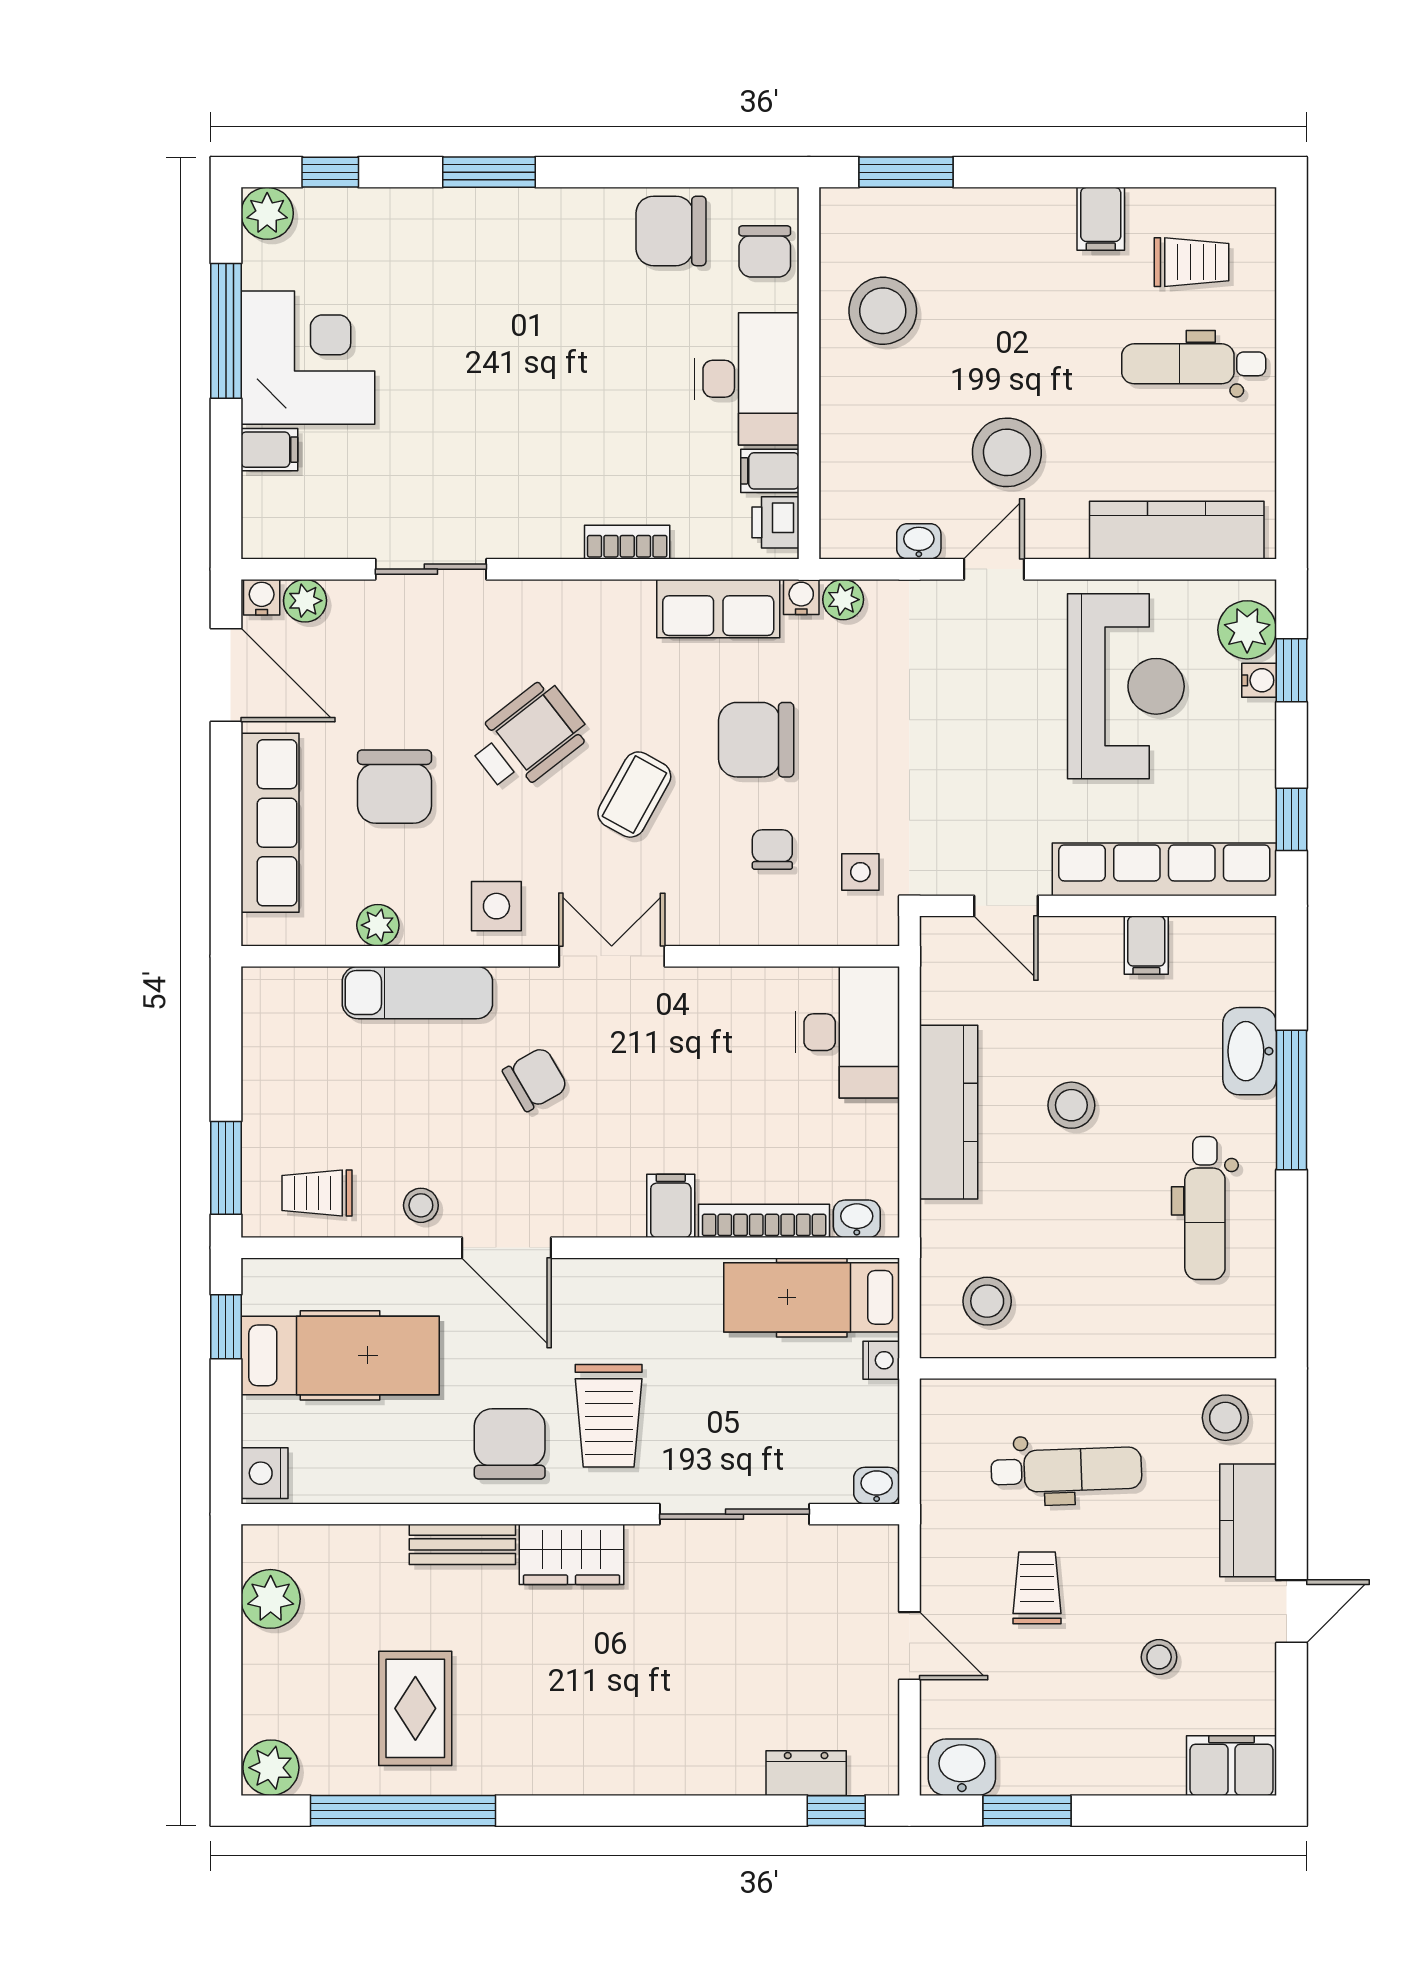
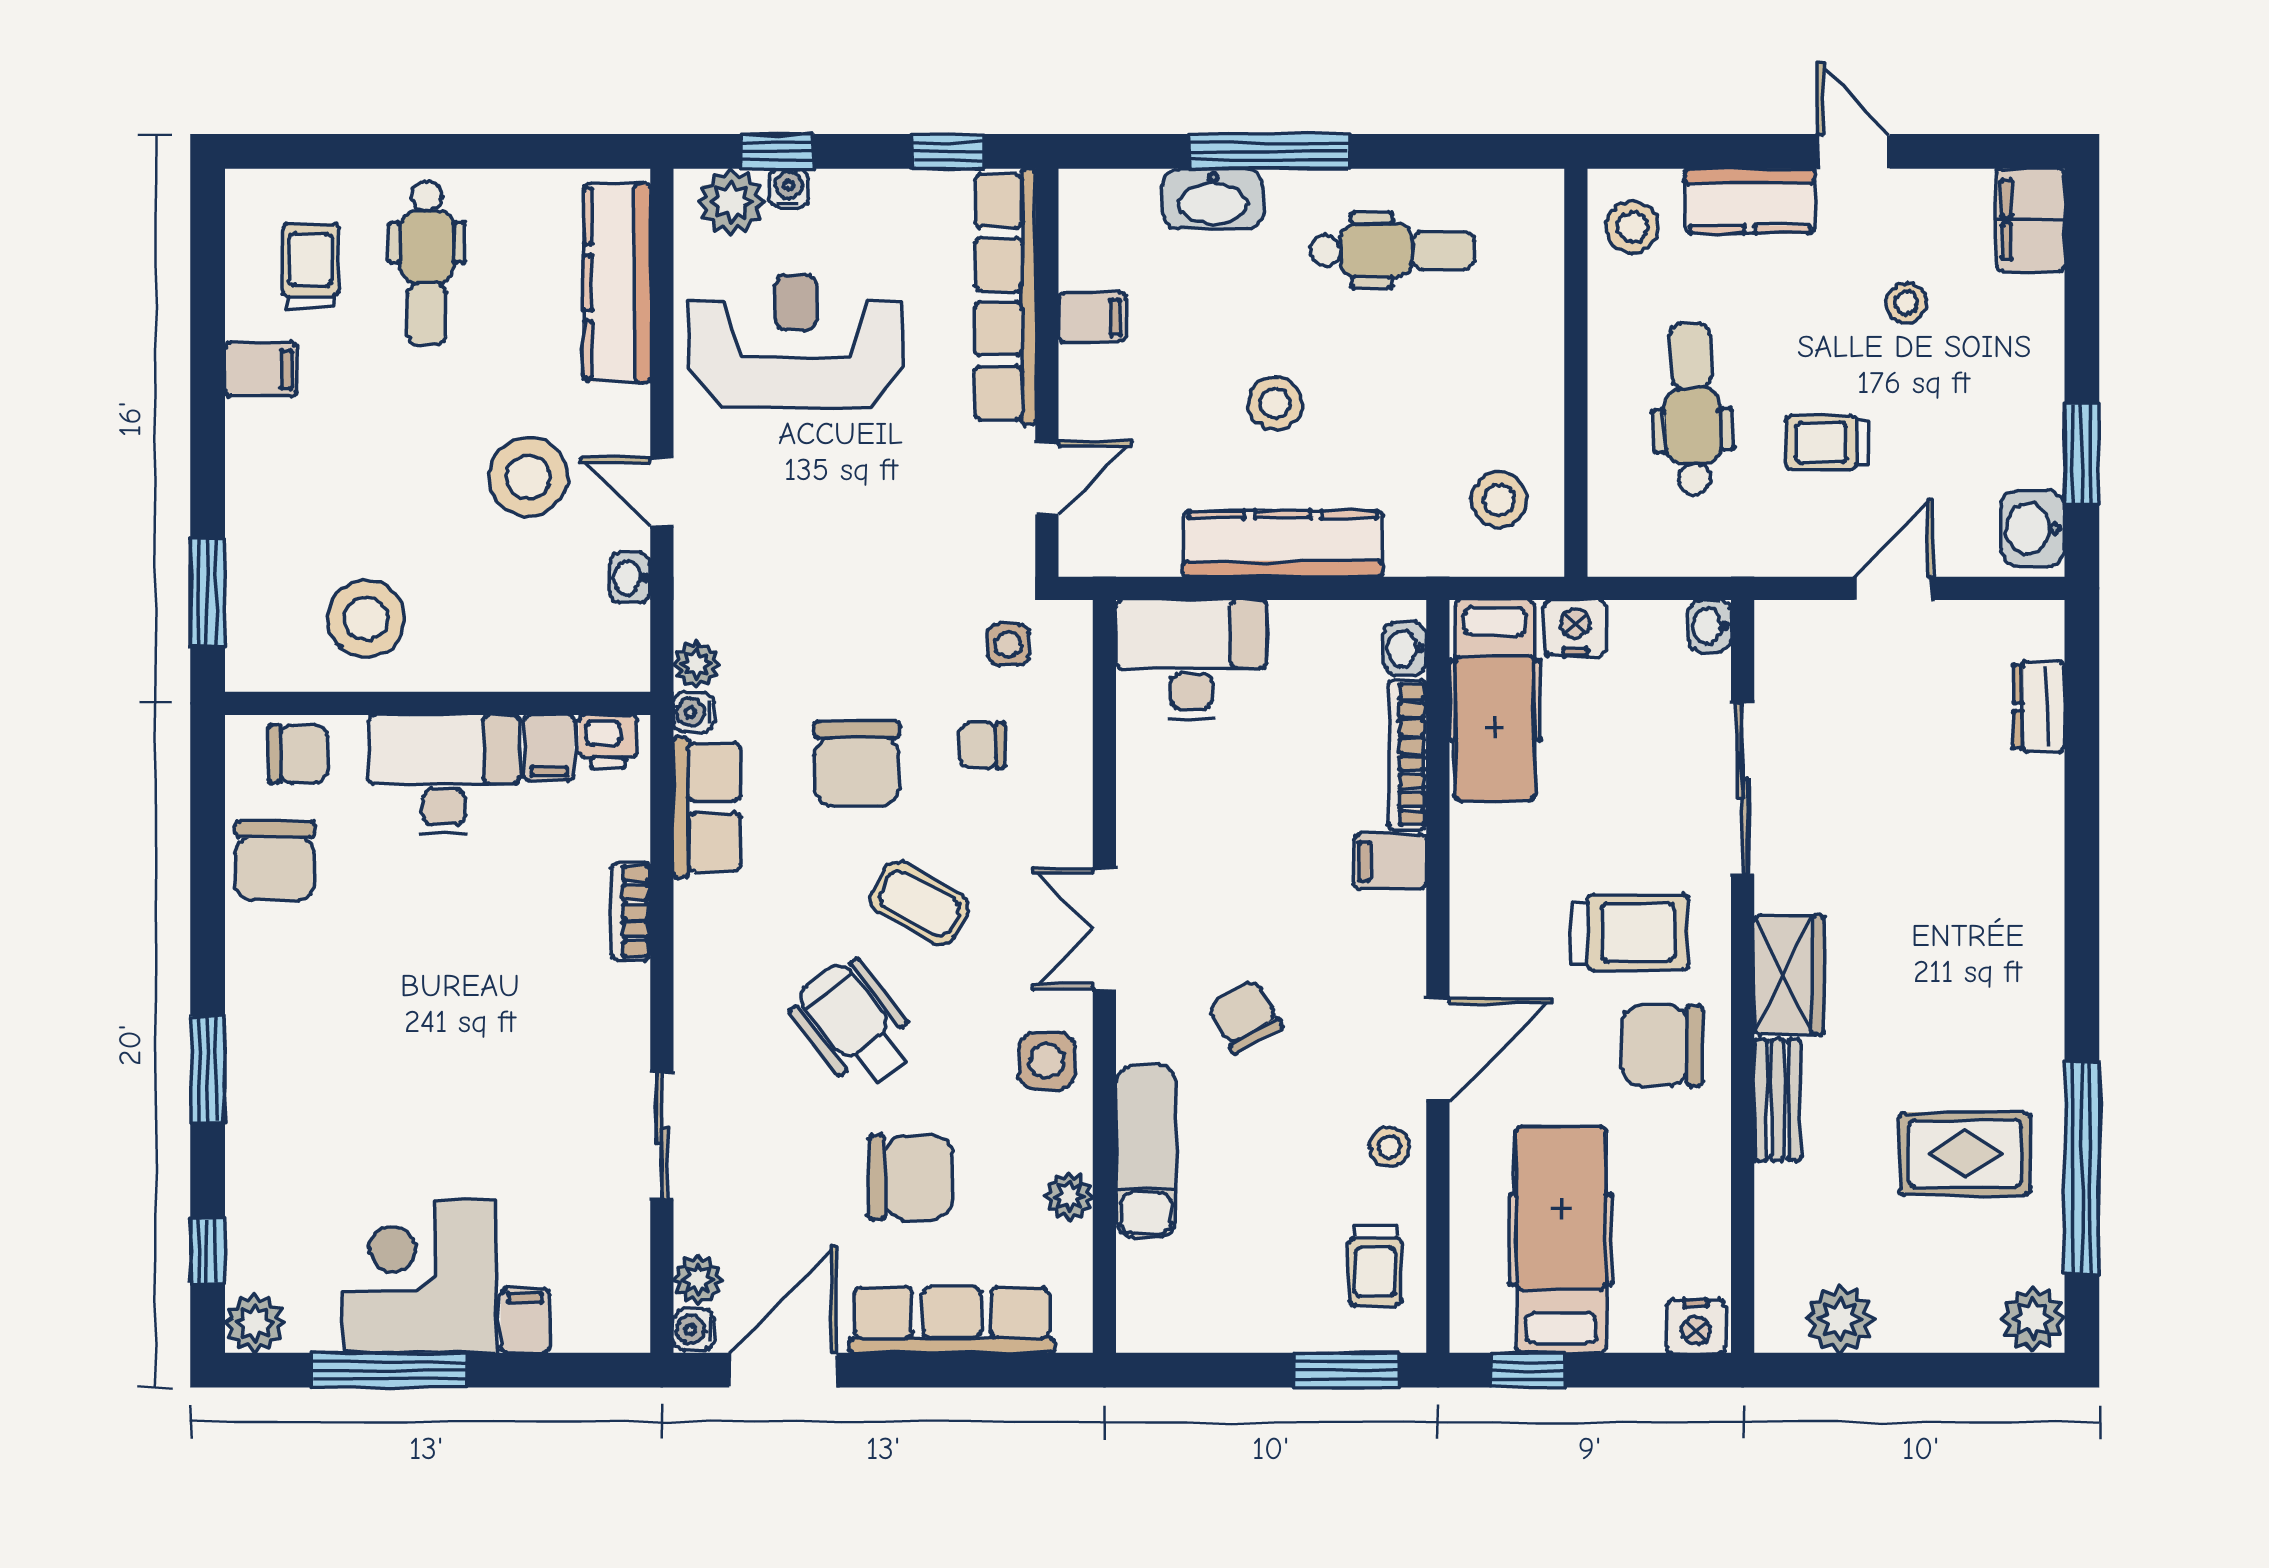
nightstand: (881, 1360) -> (1575, 628), width x1.39, depth x1.35
window: (836, 1811) -> (2082, 672), removed

